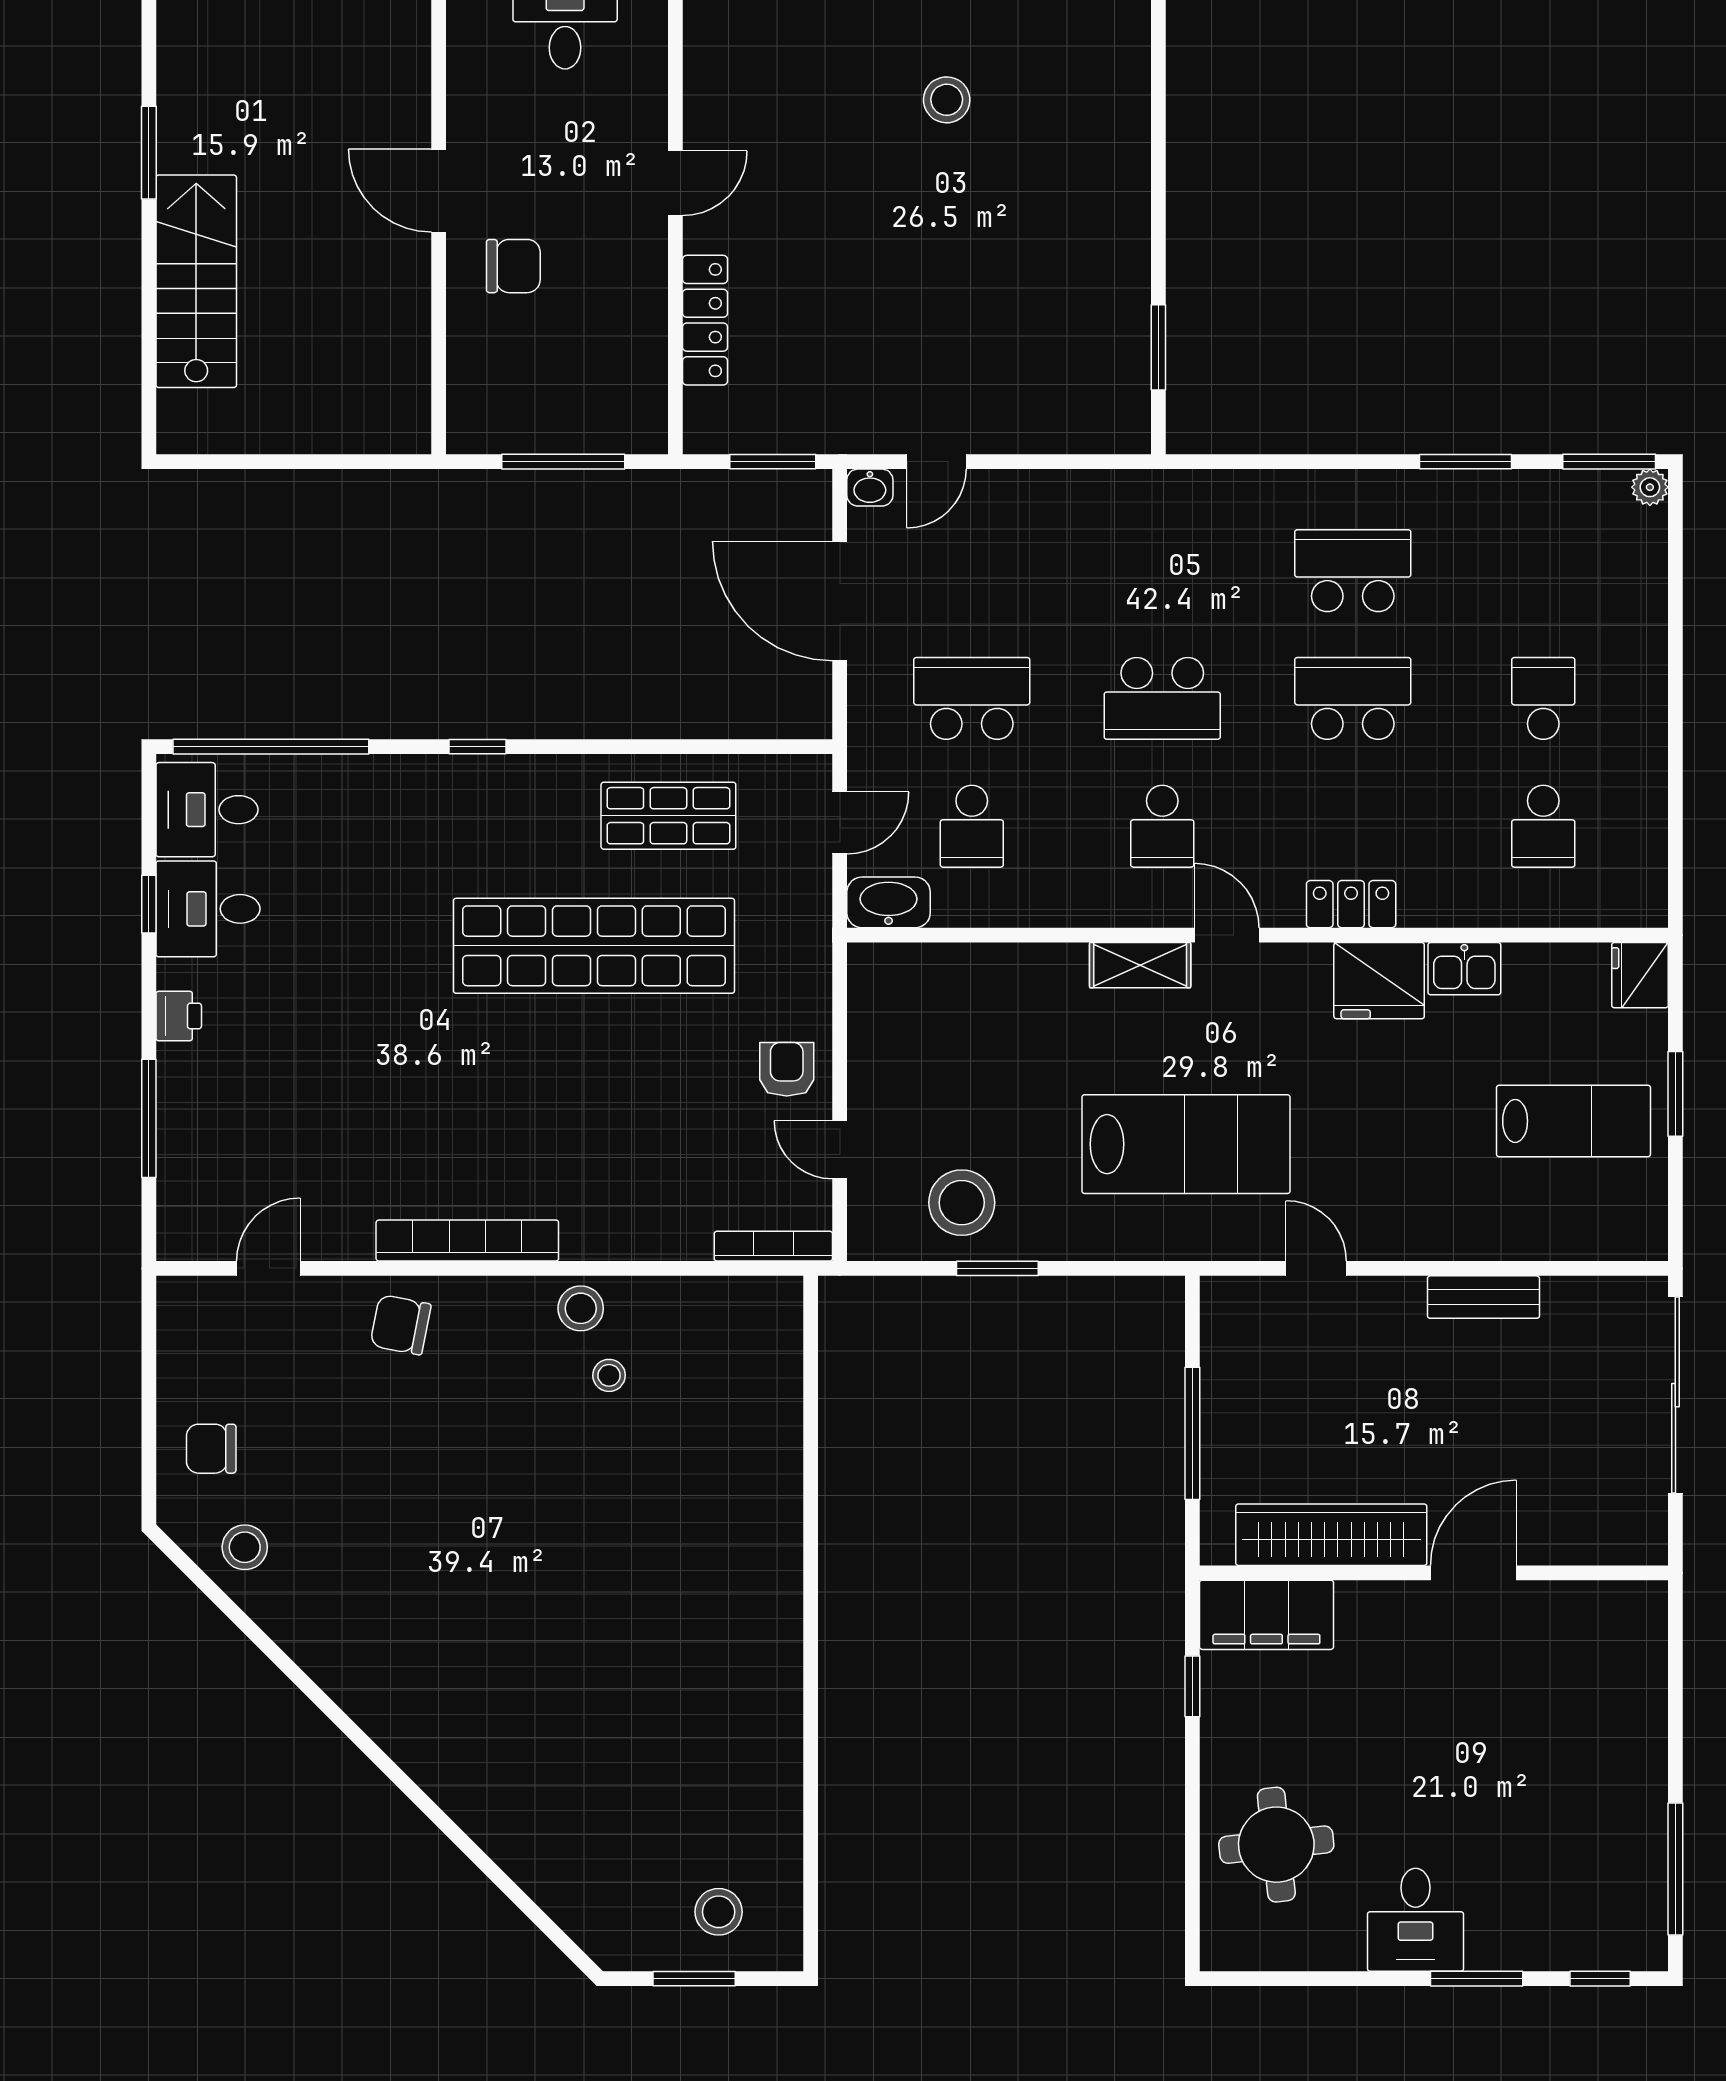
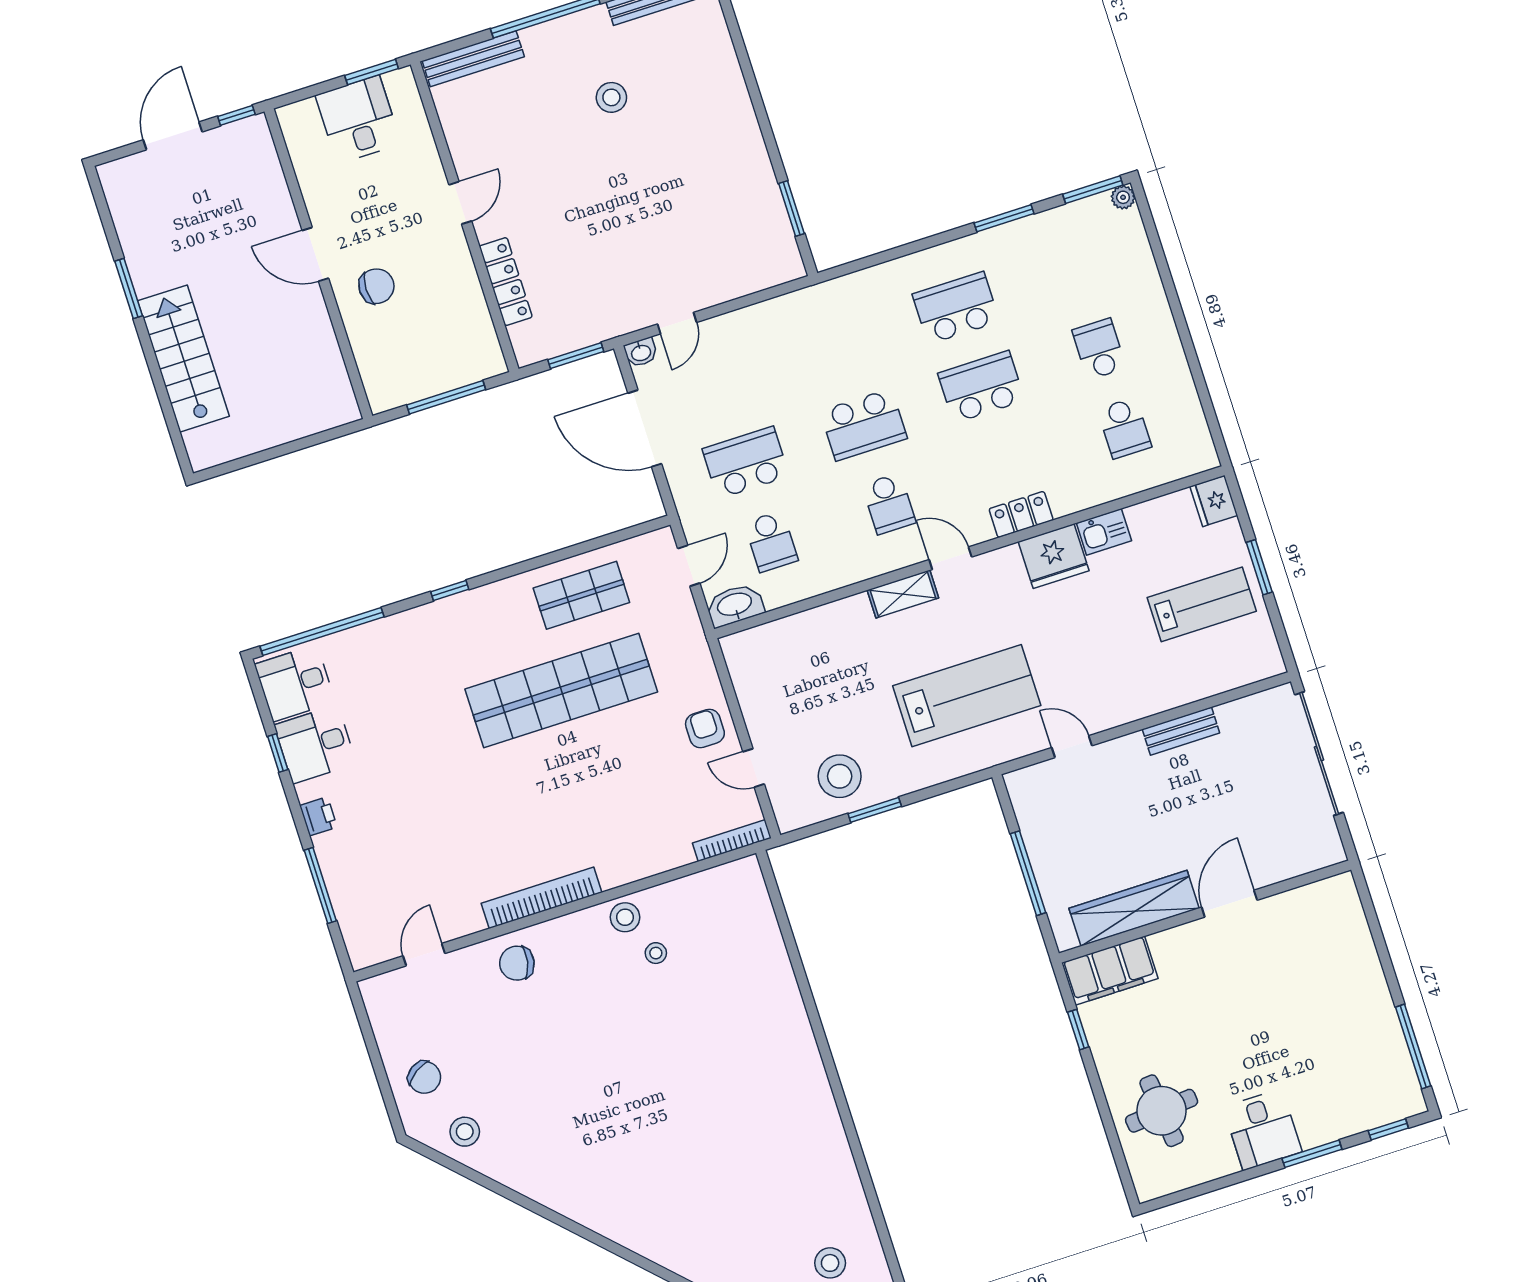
chair: (211, 1449) -> (424, 1077), turned -124

